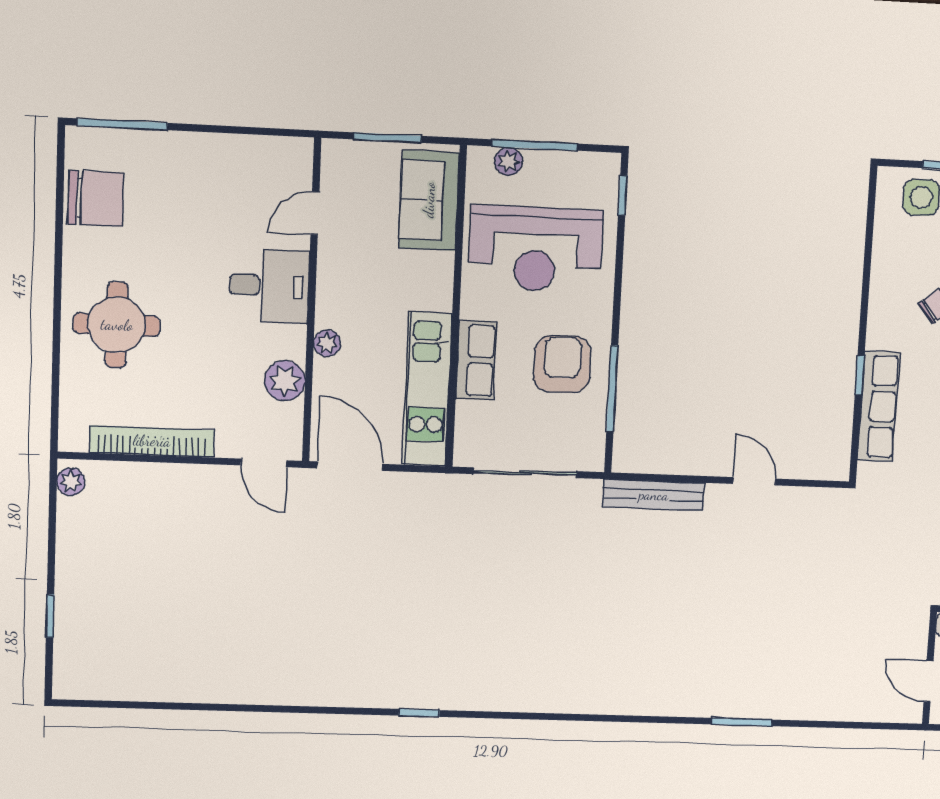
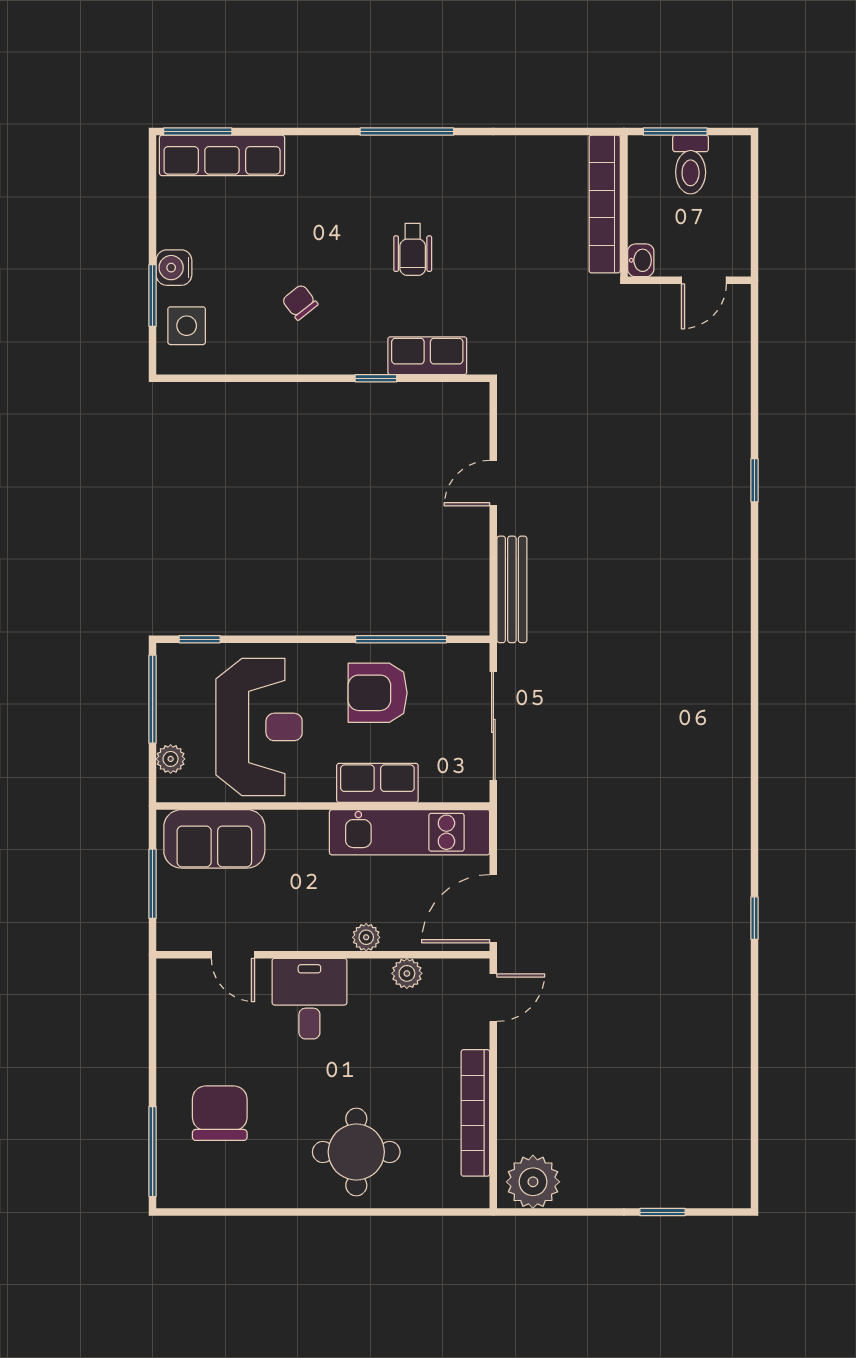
window: (535, 145) -> (153, 699), moved
chair: (96, 199) -> (220, 1113), moved
plant: (285, 381) -> (407, 973), width x0.73, depth x0.73
row of seats: (878, 406) -> (427, 356), width x0.68
plant: (71, 482) -> (533, 1182), width x1.88, depth x1.88
window: (419, 713) -> (754, 918), moved
window: (742, 722) -> (754, 480), width x0.67

